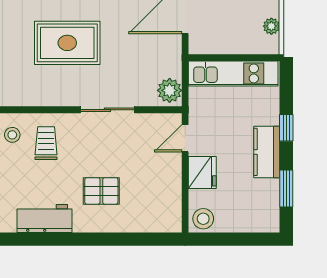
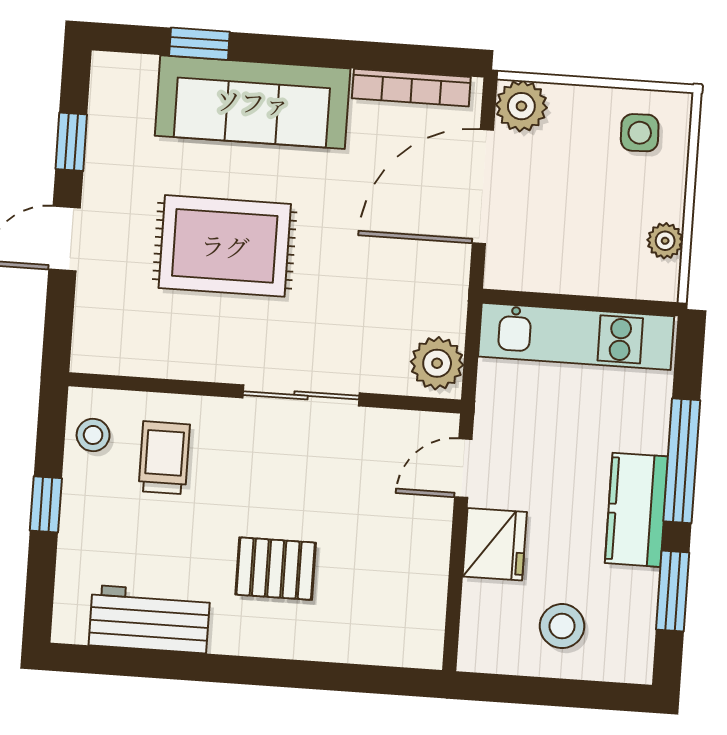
window: (286, 128) -> (682, 461), width x2.17
stool: (203, 219) -> (562, 626), moved

